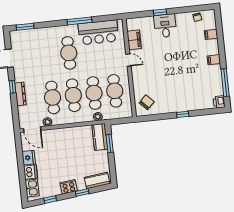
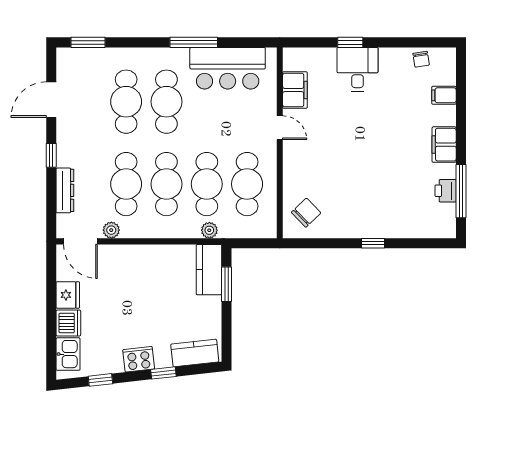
cafe table: (48, 55) -> (126, 102), added
filing cabinet: (214, 60) -> (444, 145), width x2.00
dresser: (20, 94) -> (65, 190), moved
printer: (219, 102) -> (446, 191), moved

